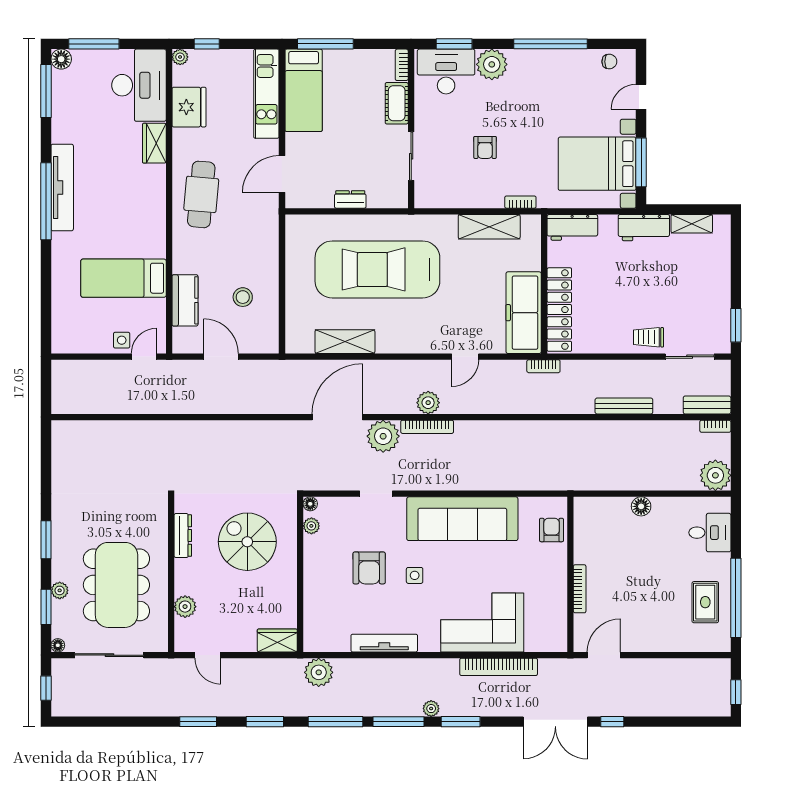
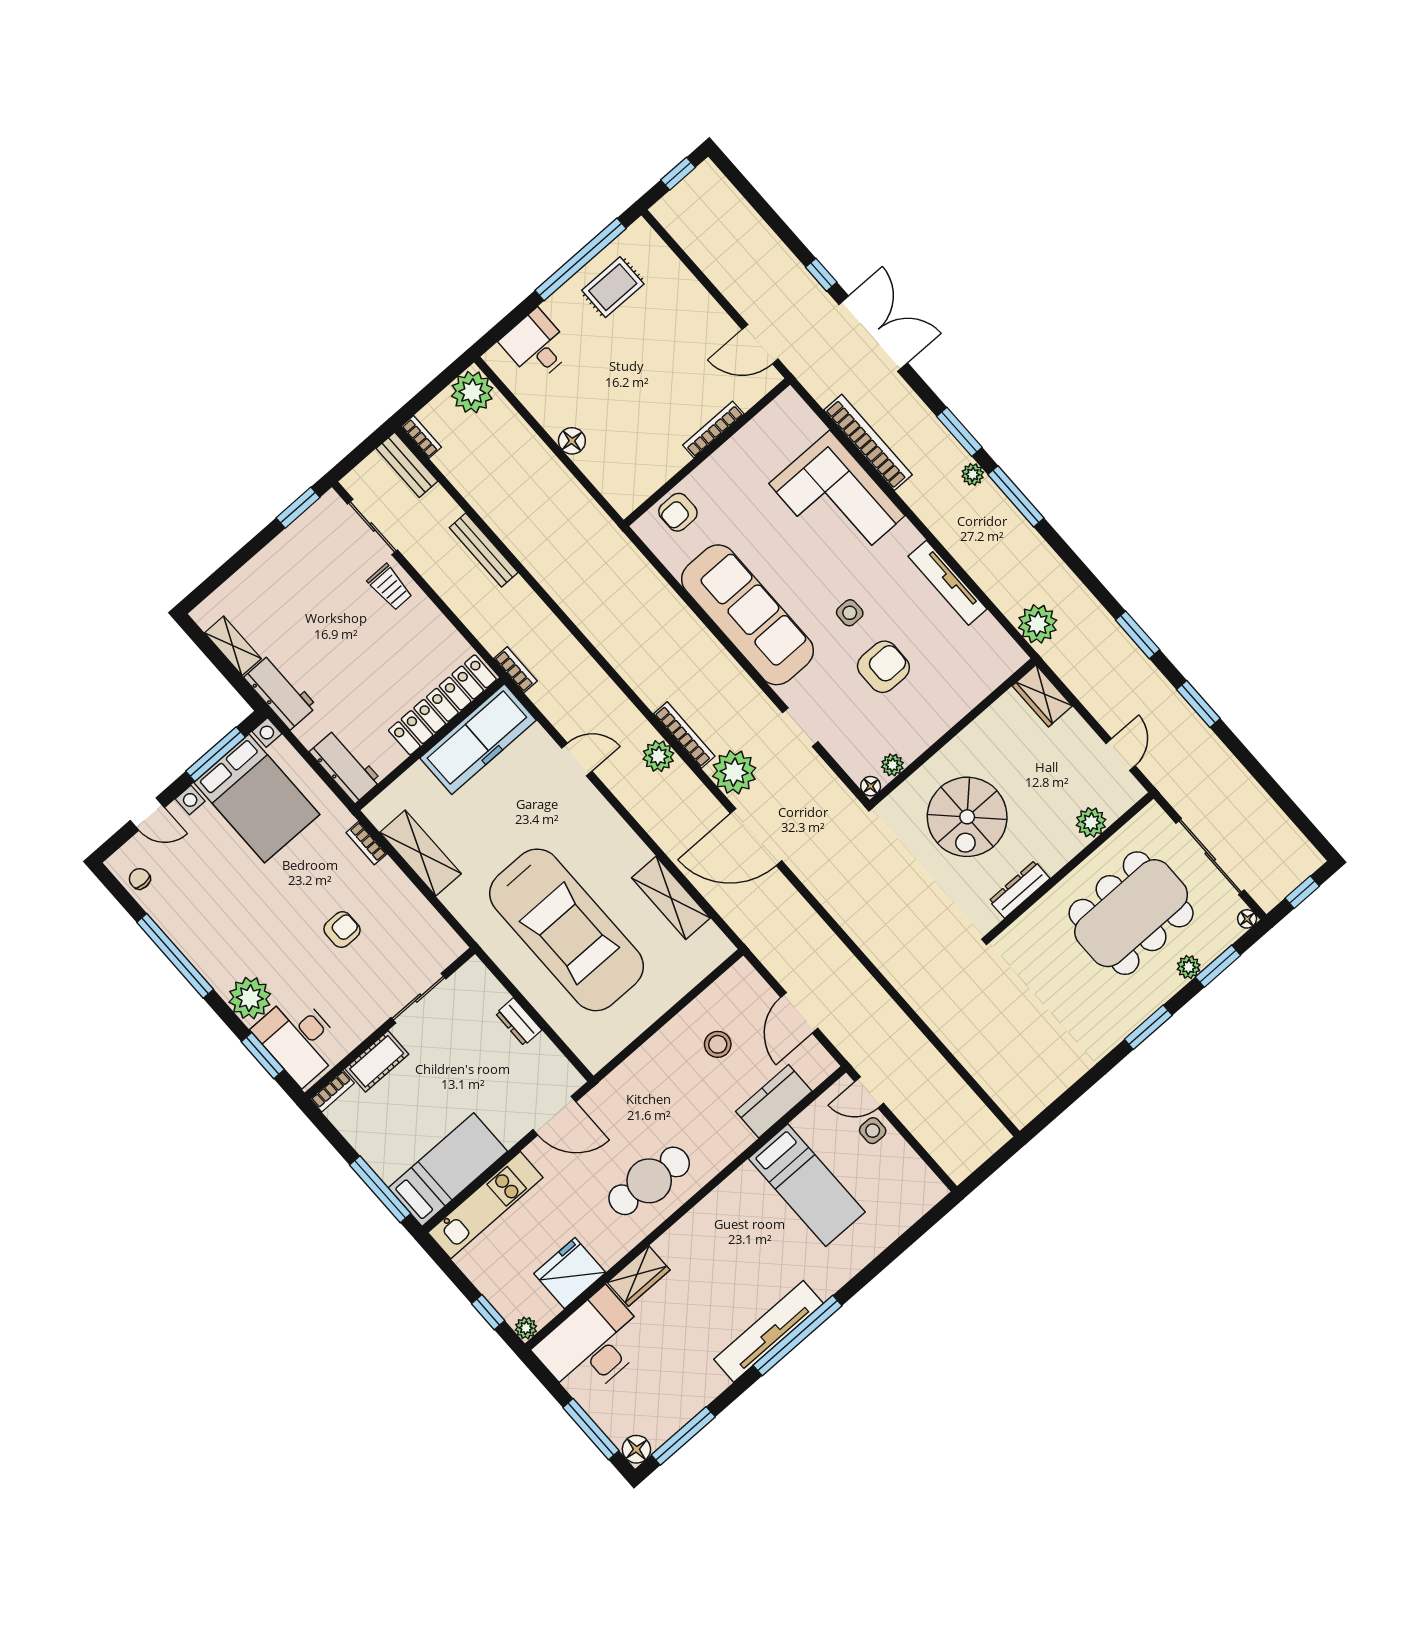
window: (335, 722) -> (1073, 562), removed

